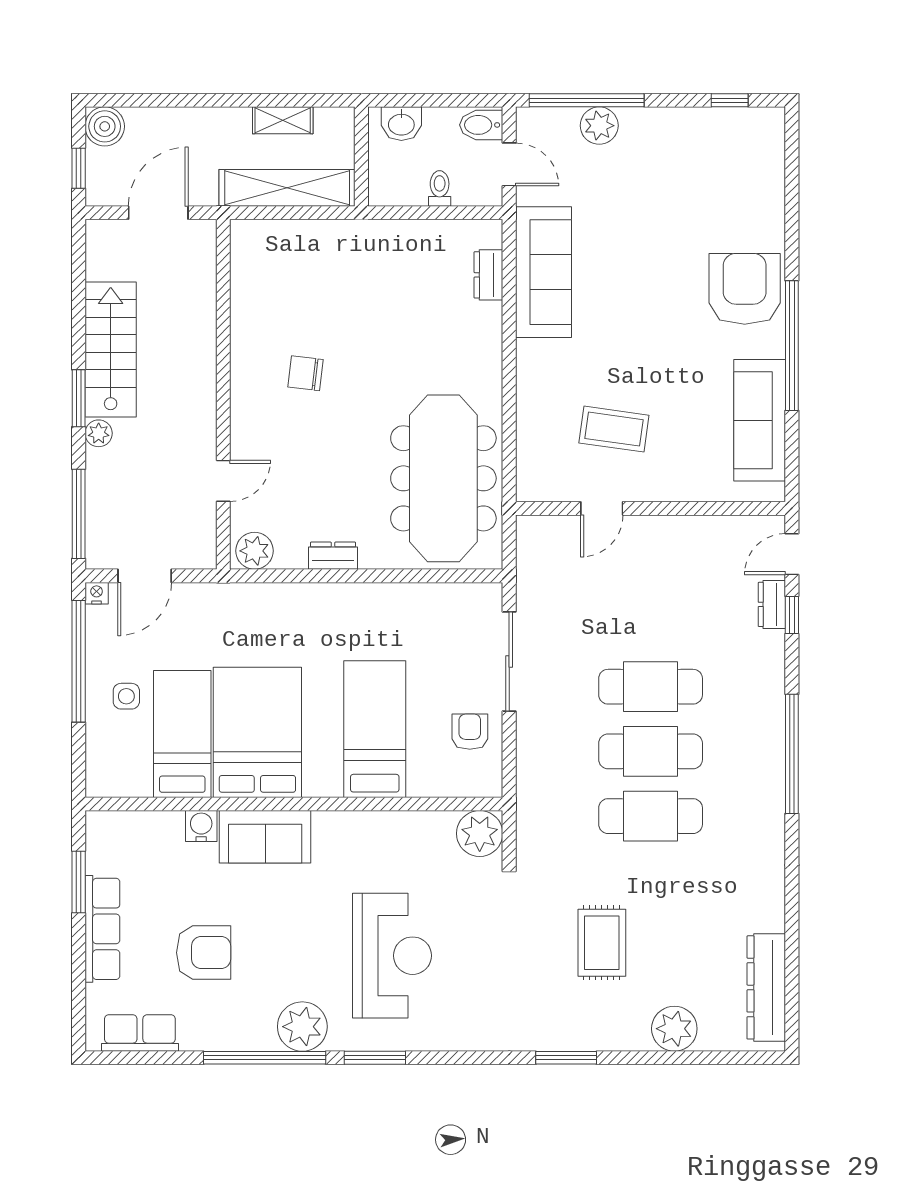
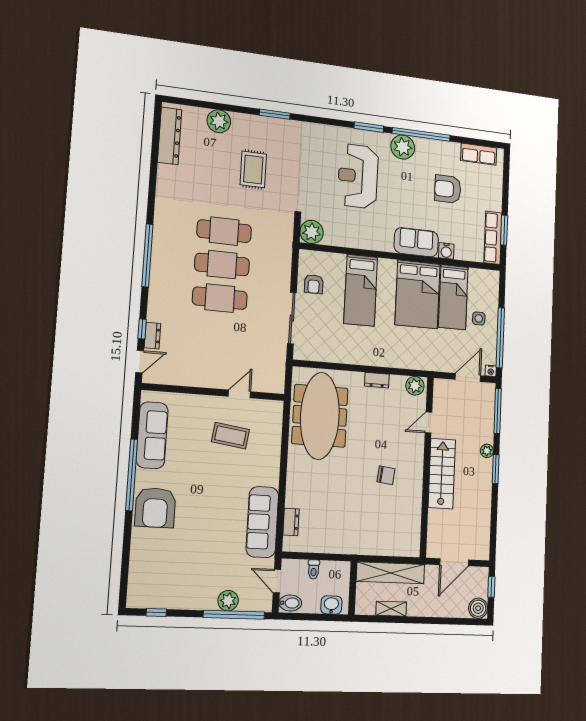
stairs: (111, 350) -> (442, 474), moved, turned 180
row of seats: (102, 929) -> (493, 238), moved

